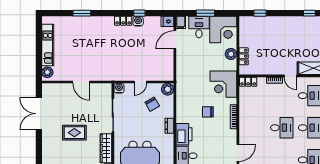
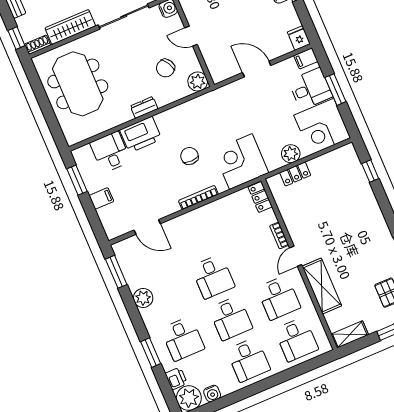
door: (175, 40) -> (257, 69), moved

